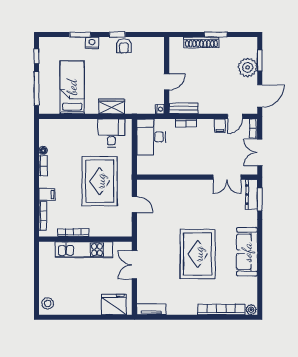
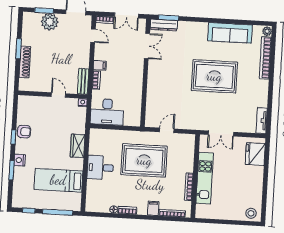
filing cabinet: (220, 126) -> (100, 65), moved
desk: (111, 133) -> (100, 168), moved
sofa: (247, 252) -> (230, 33), moved

